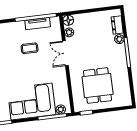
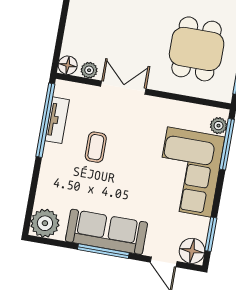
double door: (65, 53) -> (123, 88), swing flipped
dining table: (98, 86) -> (197, 49), turned 90

